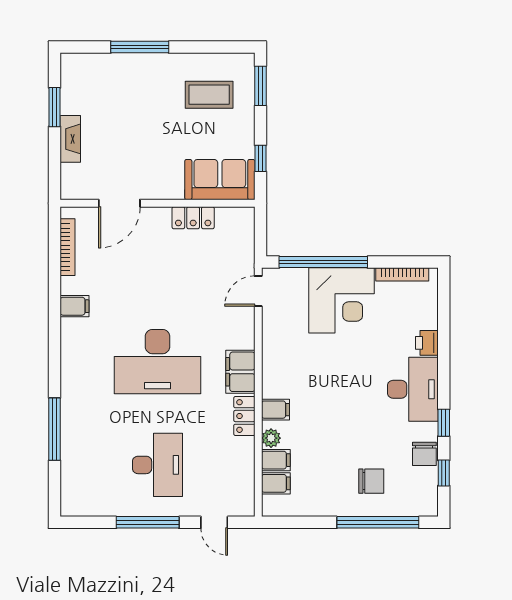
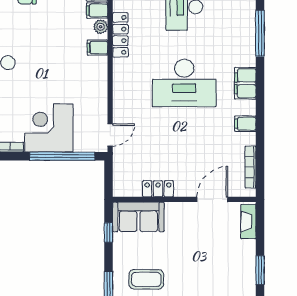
fireplace: (70, 139) -> (248, 222), moved
desk: (157, 362) -> (184, 83), turned 180
filing cabinet: (240, 372) -> (245, 83), moved, turned 180
locker: (244, 416) -> (120, 35), width x1.53

